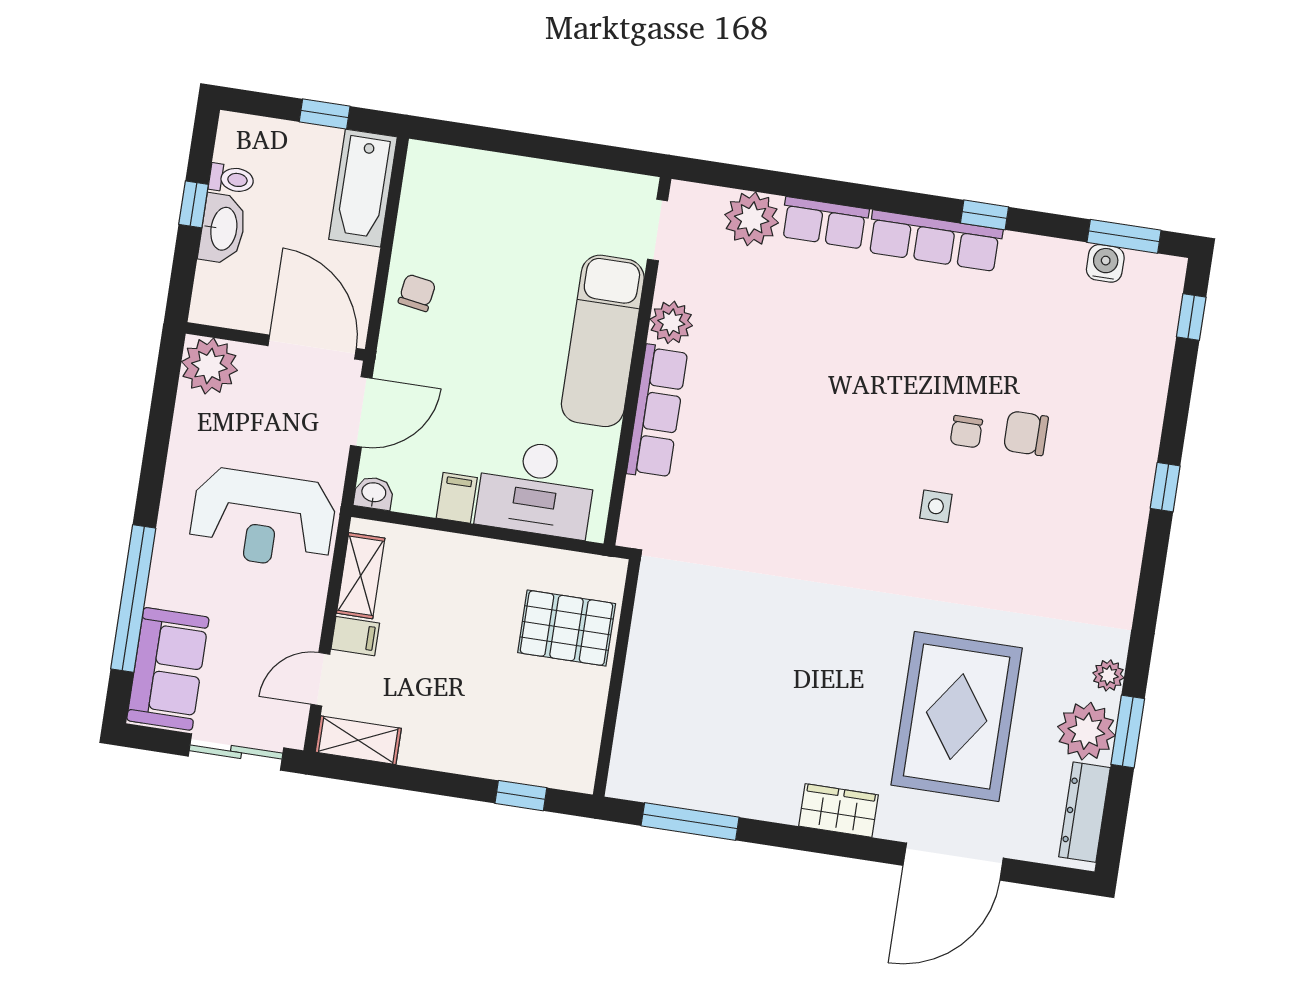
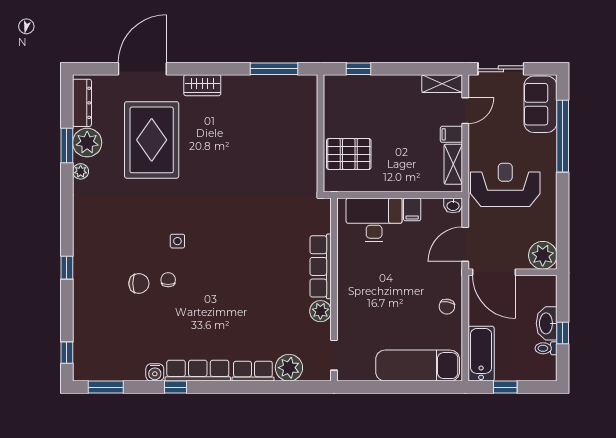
water cooler: (1105, 263) -> (155, 372), moved
exam couch: (603, 341) -> (418, 366), moved, turned -90

